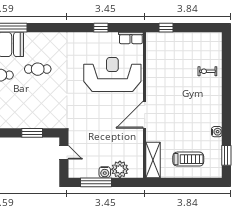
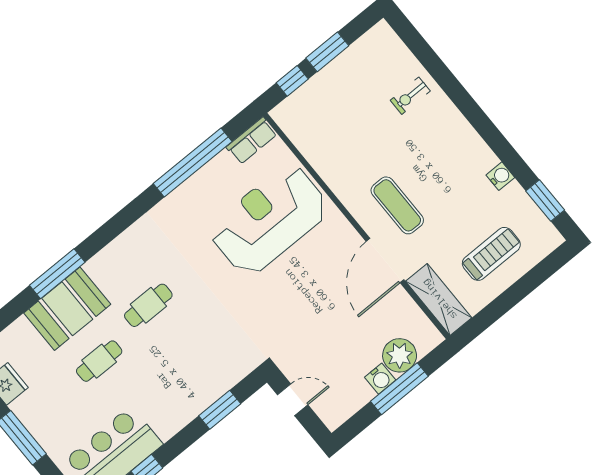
window: (101, 28) -> (193, 163), width x3.17
window: (189, 28) -> (327, 52), added
exercise mat: (167, 110) -> (397, 205), added
door: (145, 115) -> (385, 261), moved
window: (96, 182) -> (399, 389), moved

